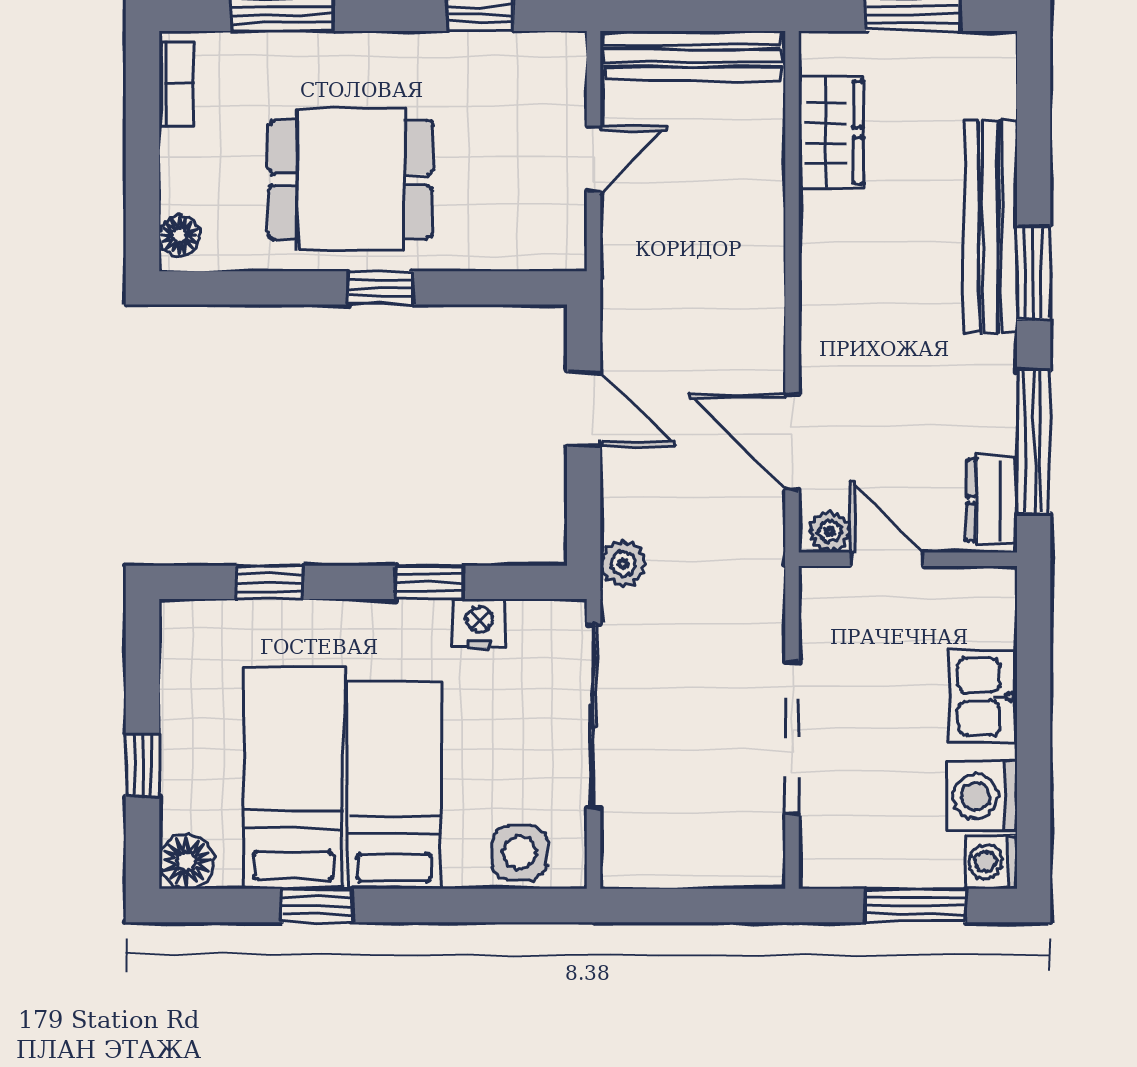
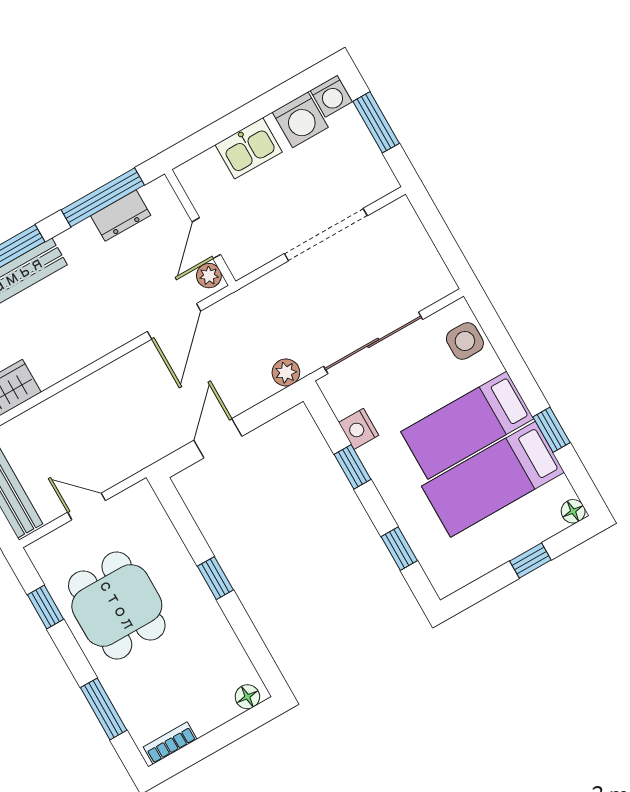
dining table: (351, 180) -> (117, 605), moved
dresser: (992, 500) -> (121, 216), moved
floor lamp: (186, 862) -> (573, 511), width x0.73, depth x0.73

